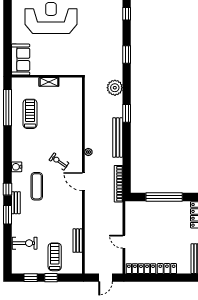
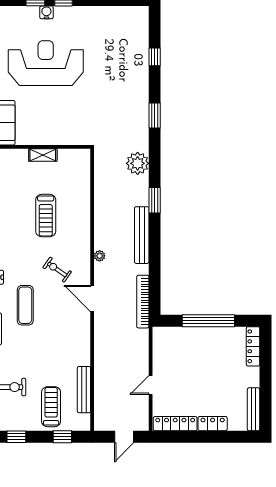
treadmill: (30, 114) -> (46, 216), moved, turned 180
bench: (78, 241) -> (84, 390), width x1.36
door: (124, 242) -> (151, 385), hinge flipped
window: (51, 278) -> (62, 437), moved

